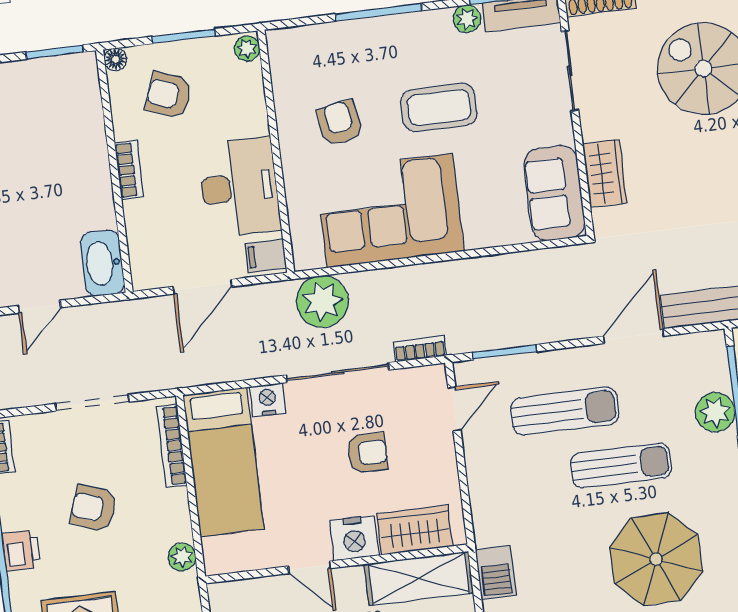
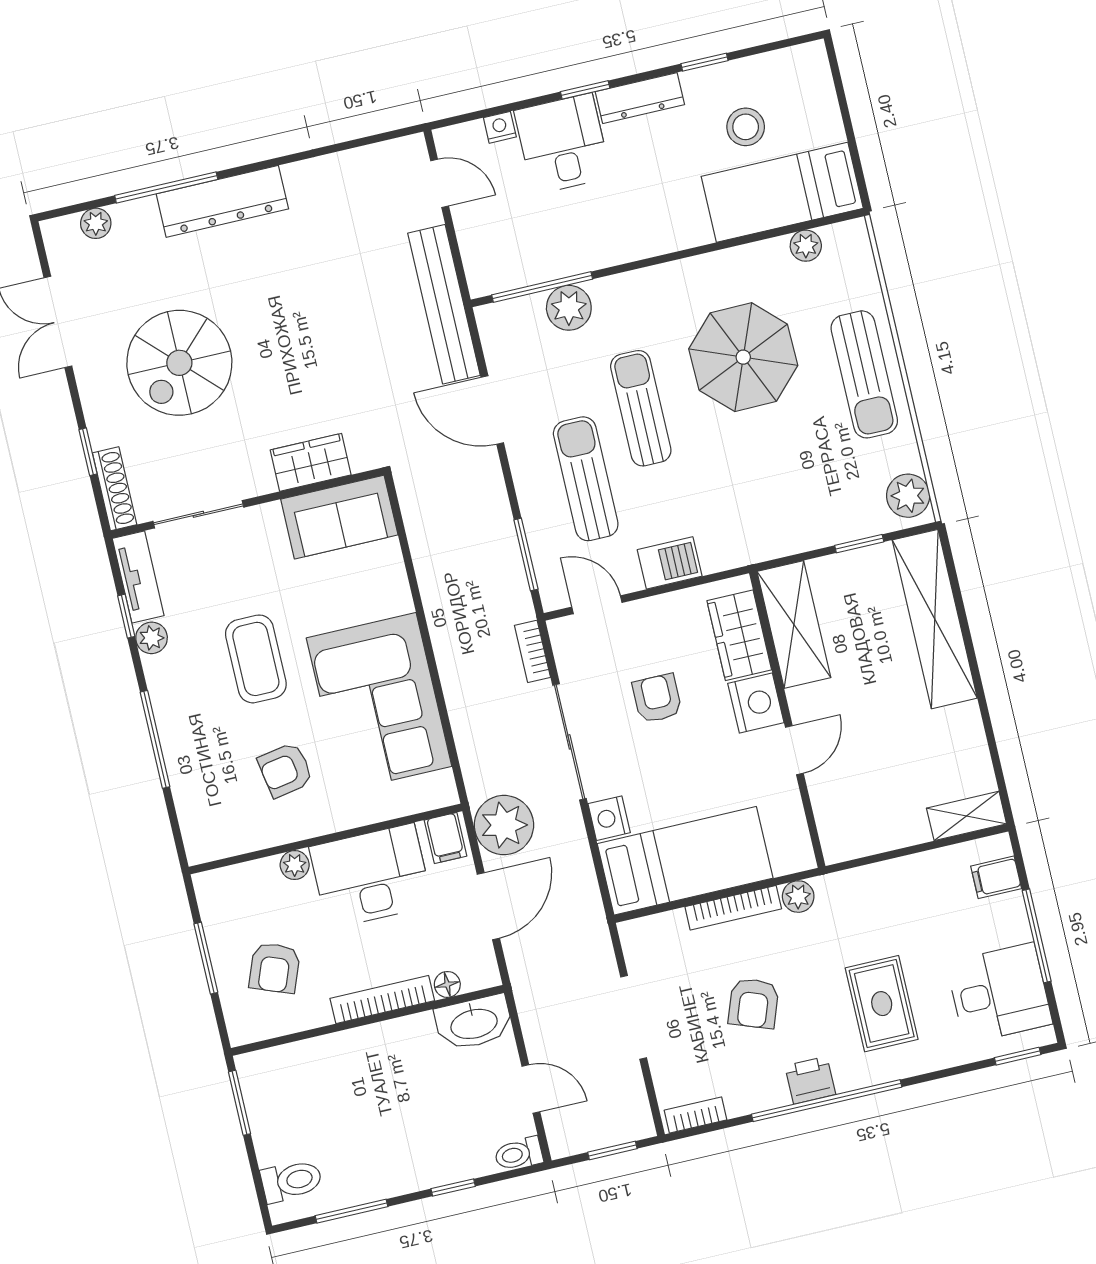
plant: (247, 48) -> (295, 865), moved
floor lamp: (115, 59) -> (447, 984), moved
bookcase: (129, 170) -> (382, 1000), width x1.56
door: (202, 287) -> (488, 906), hinge flipped
plant: (322, 301) -> (504, 825), moved
bookcase: (172, 446) -> (733, 908), moved
barbecue: (496, 572) -> (670, 563), moved

